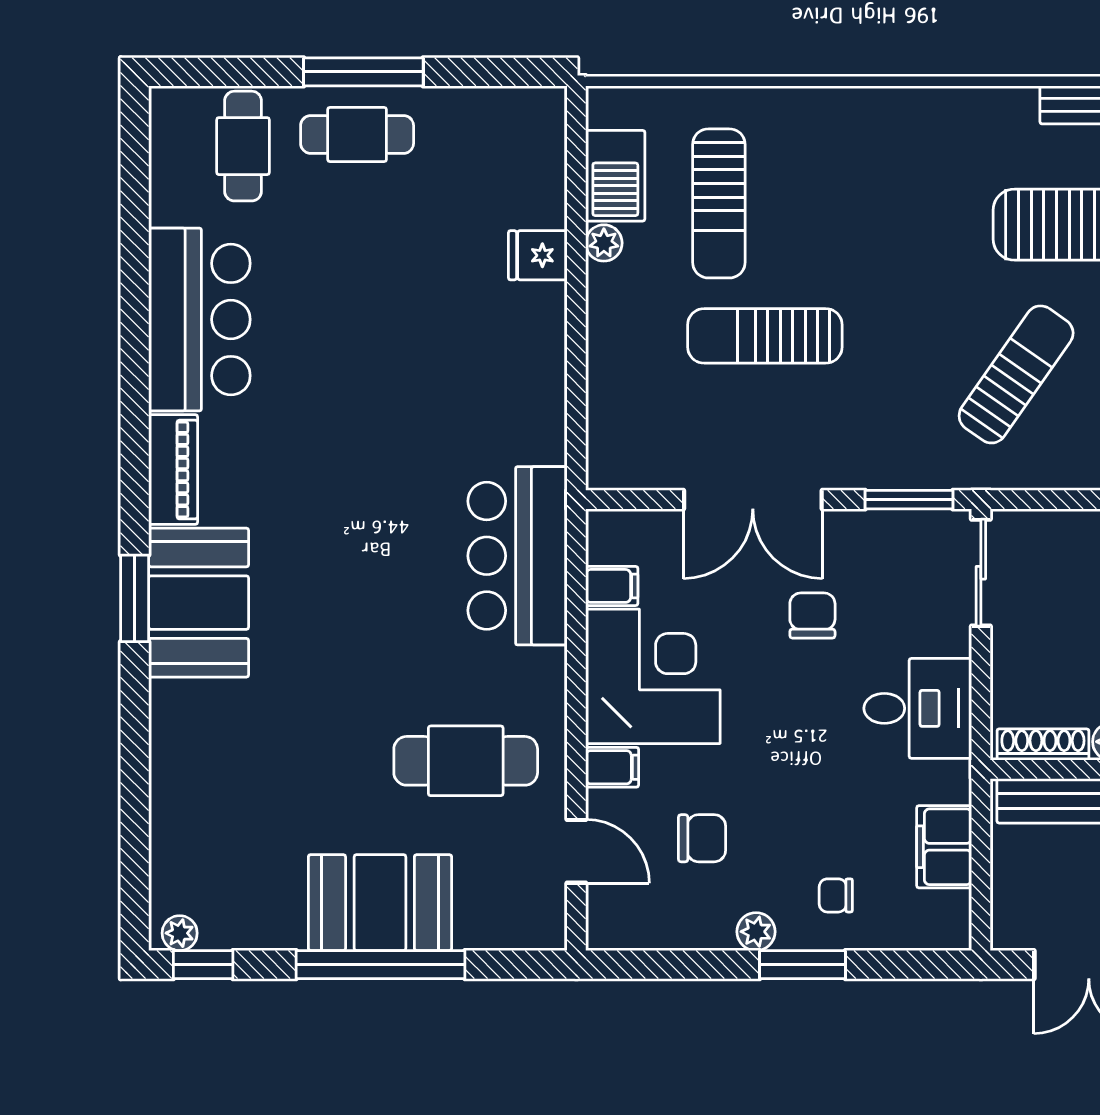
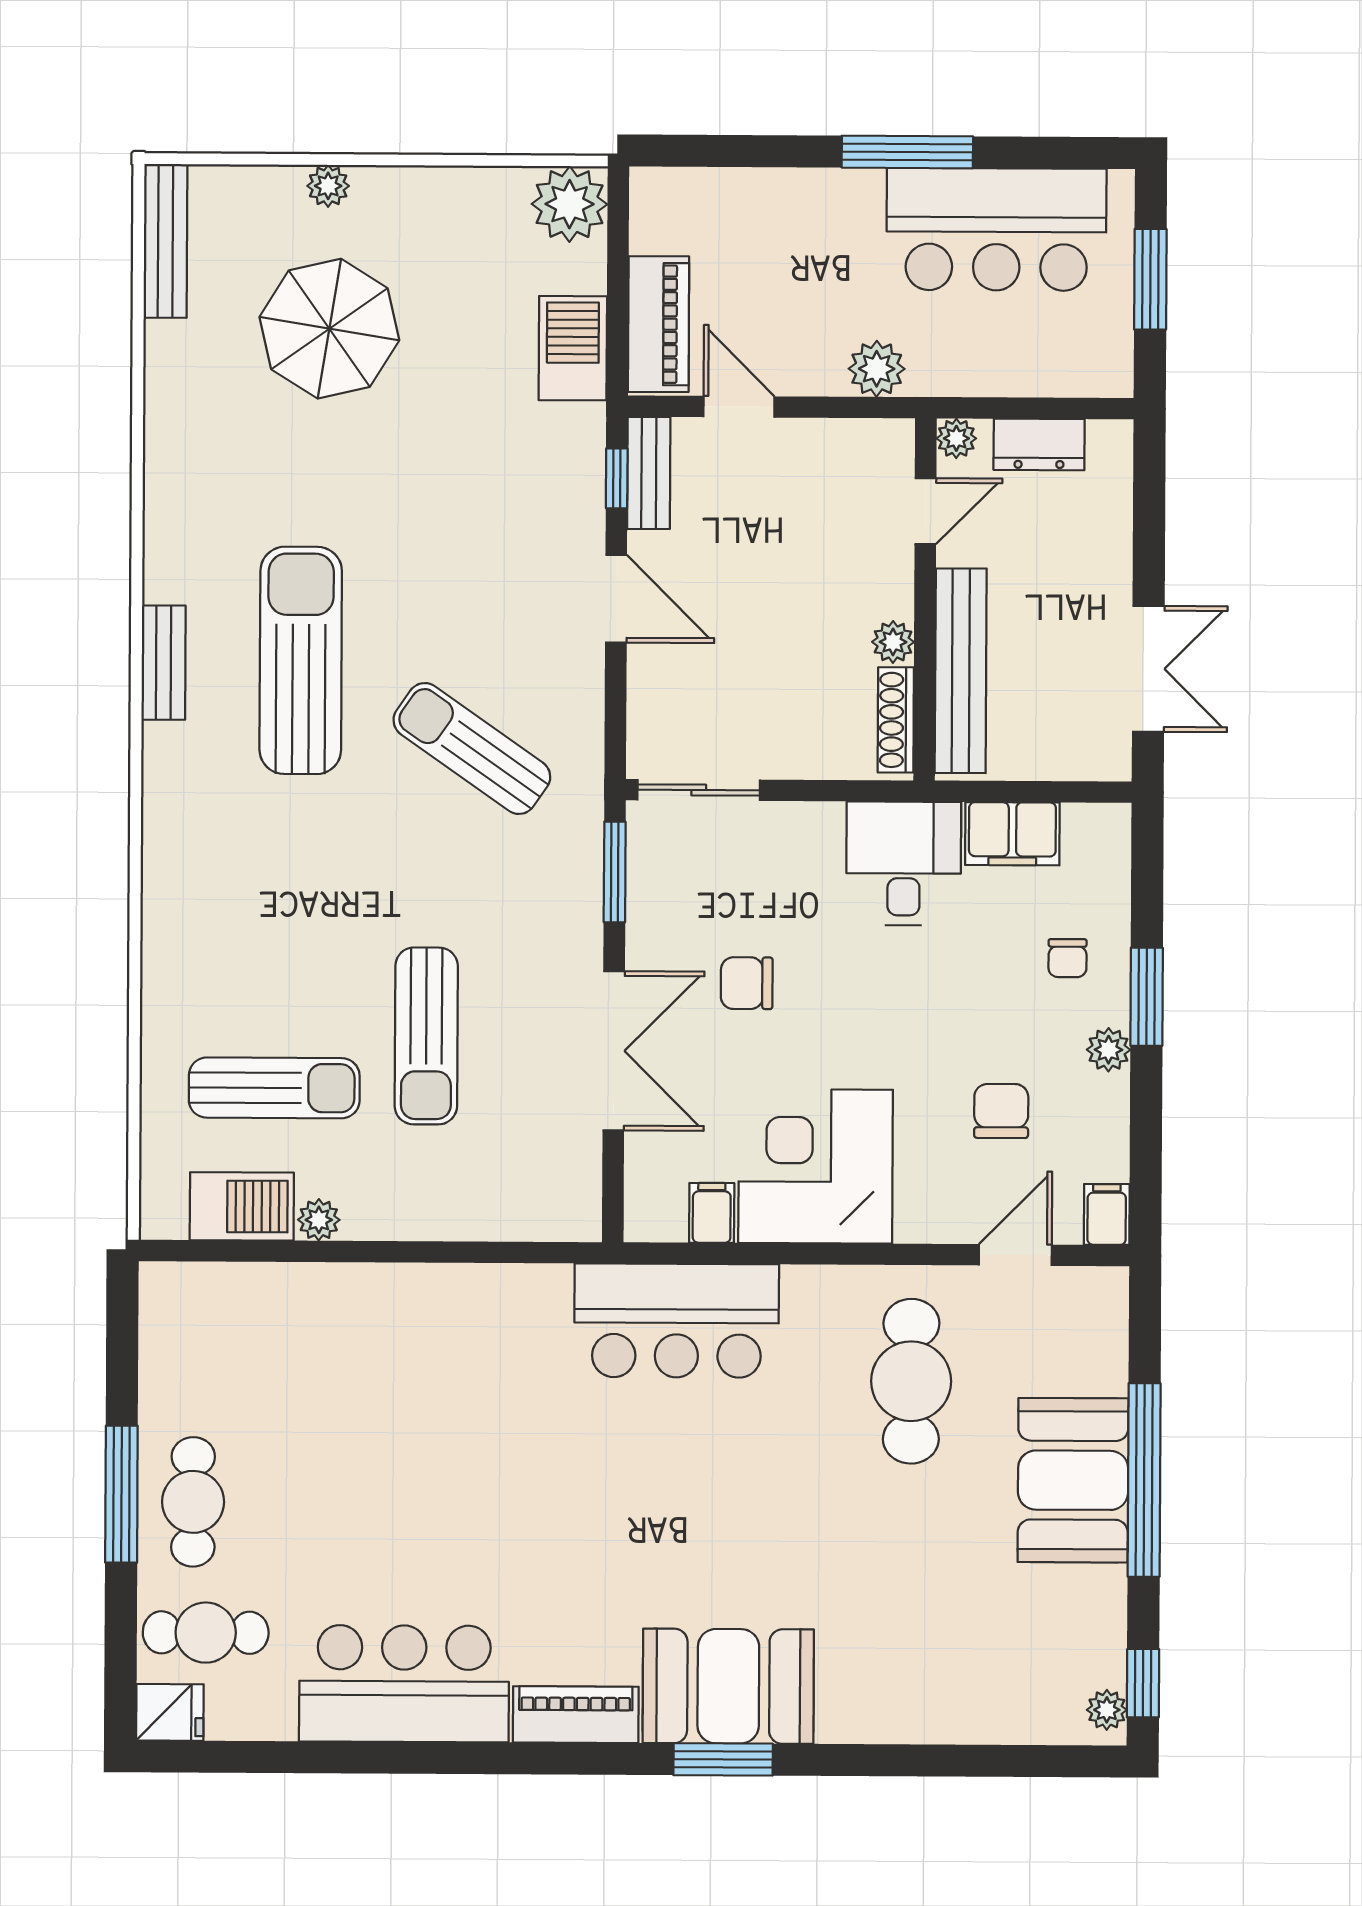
fridge: (538, 255) -> (170, 1712), moved, turned -90
desk: (918, 708) -> (904, 863), moved
filing cabinet: (612, 767) -> (1107, 1214), moved

